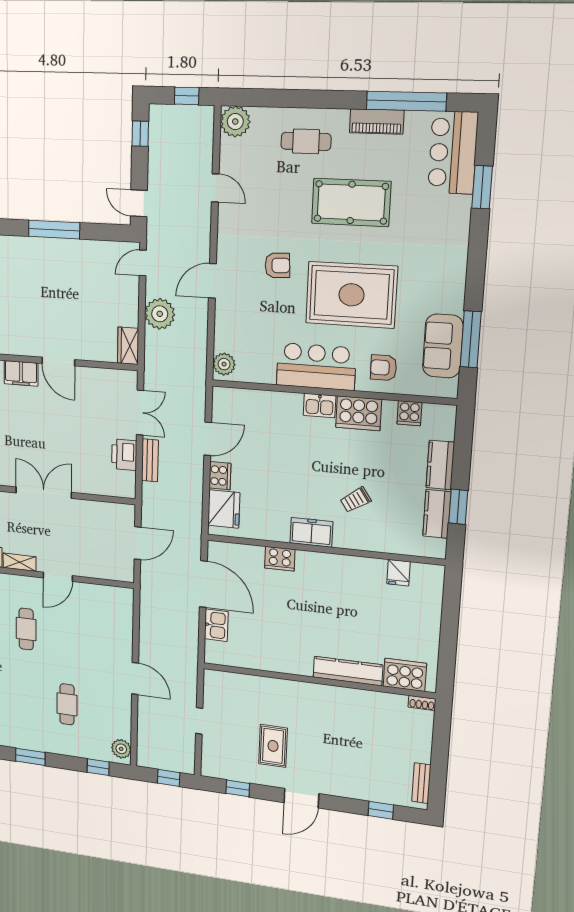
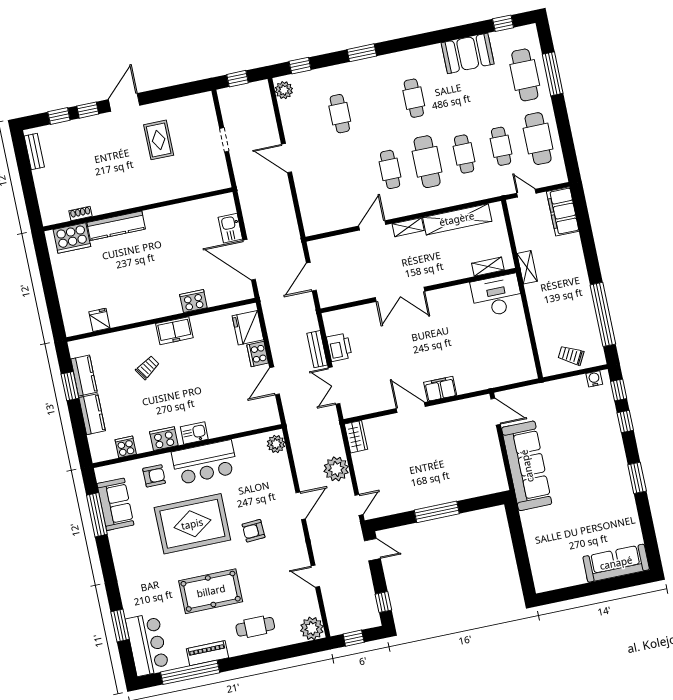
cooker: (359, 413) -> (164, 439), width x0.73, depth x0.76
shoe rack: (422, 703) -> (81, 214), moved
window: (238, 788) -> (88, 110), moved

